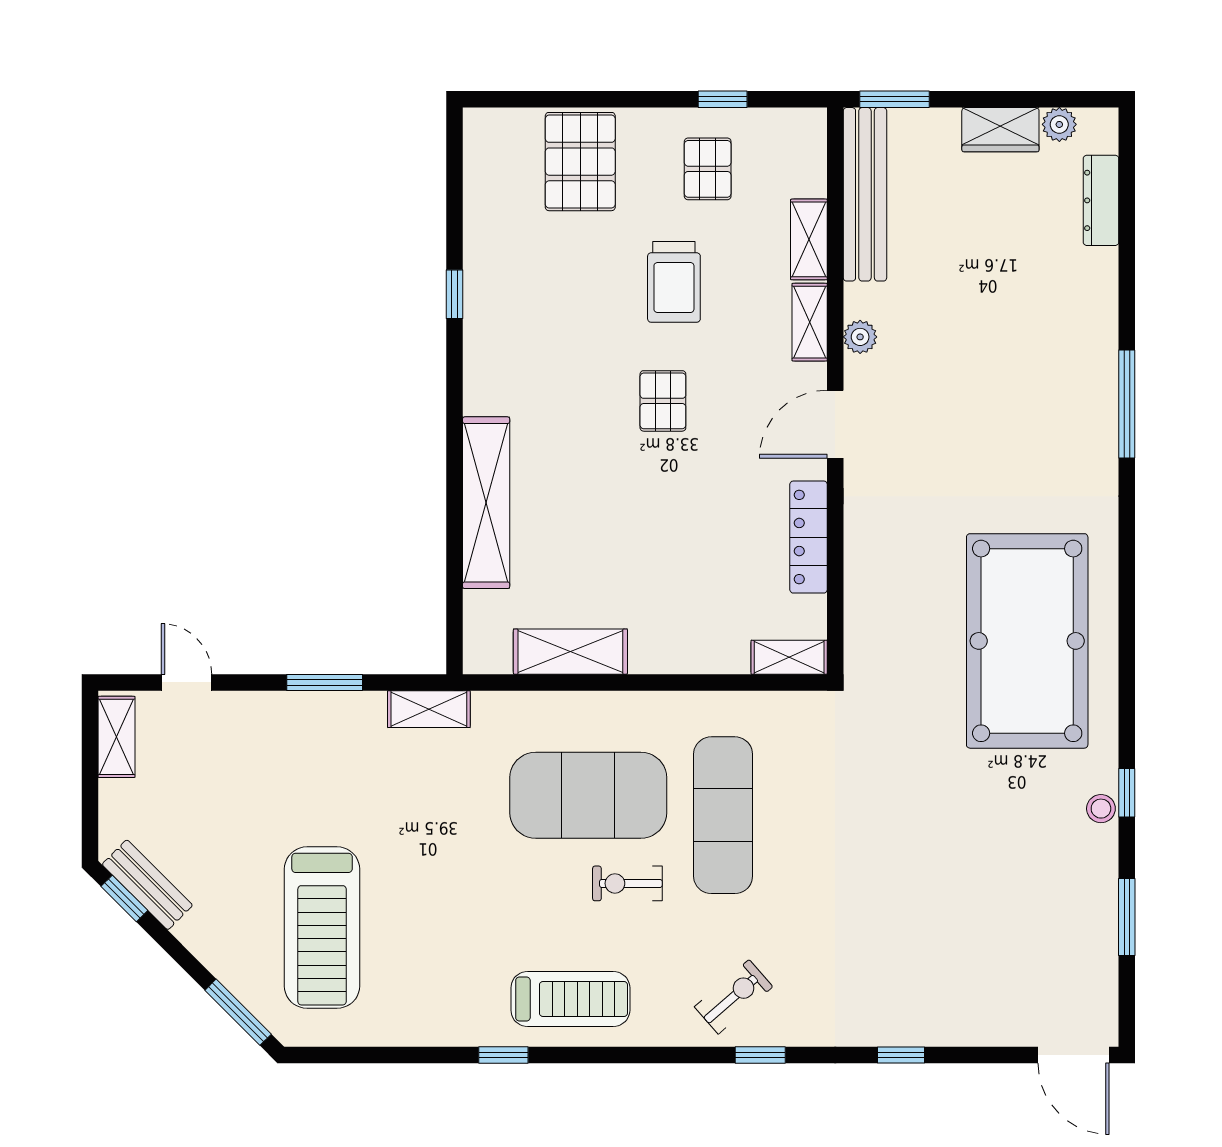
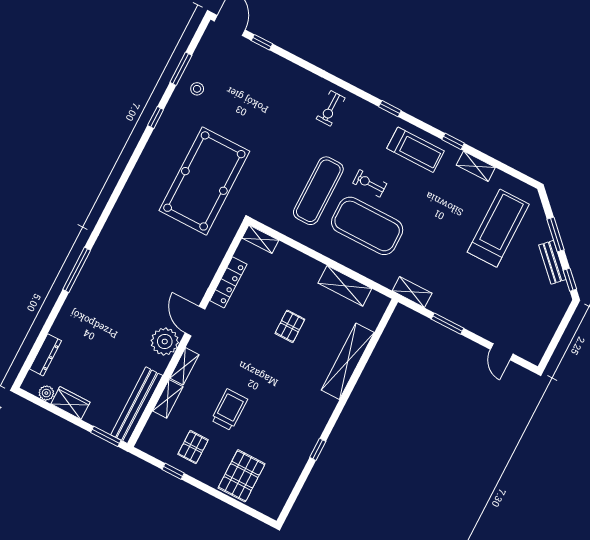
plant: (860, 337) -> (165, 342), width x1.87, depth x1.87
pallet: (663, 401) -> (290, 326), moved
door: (835, 424) -> (195, 321), swing flipped
pool table: (1027, 641) -> (204, 181), moved
shelving: (117, 737) -> (476, 166), moved, turned 90
stool: (1101, 809) -> (197, 89), moved
exercise bike: (627, 883) -> (370, 183), turned 180
bench: (147, 885) -> (552, 262), moved
exercise bike: (734, 997) -> (331, 108), moved, turned -49
treadmill: (570, 999) -> (415, 150), turned 180
window: (238, 1012) -> (556, 235), moved
window: (760, 1055) -> (390, 109), moved
window: (901, 1055) -> (262, 42), moved

